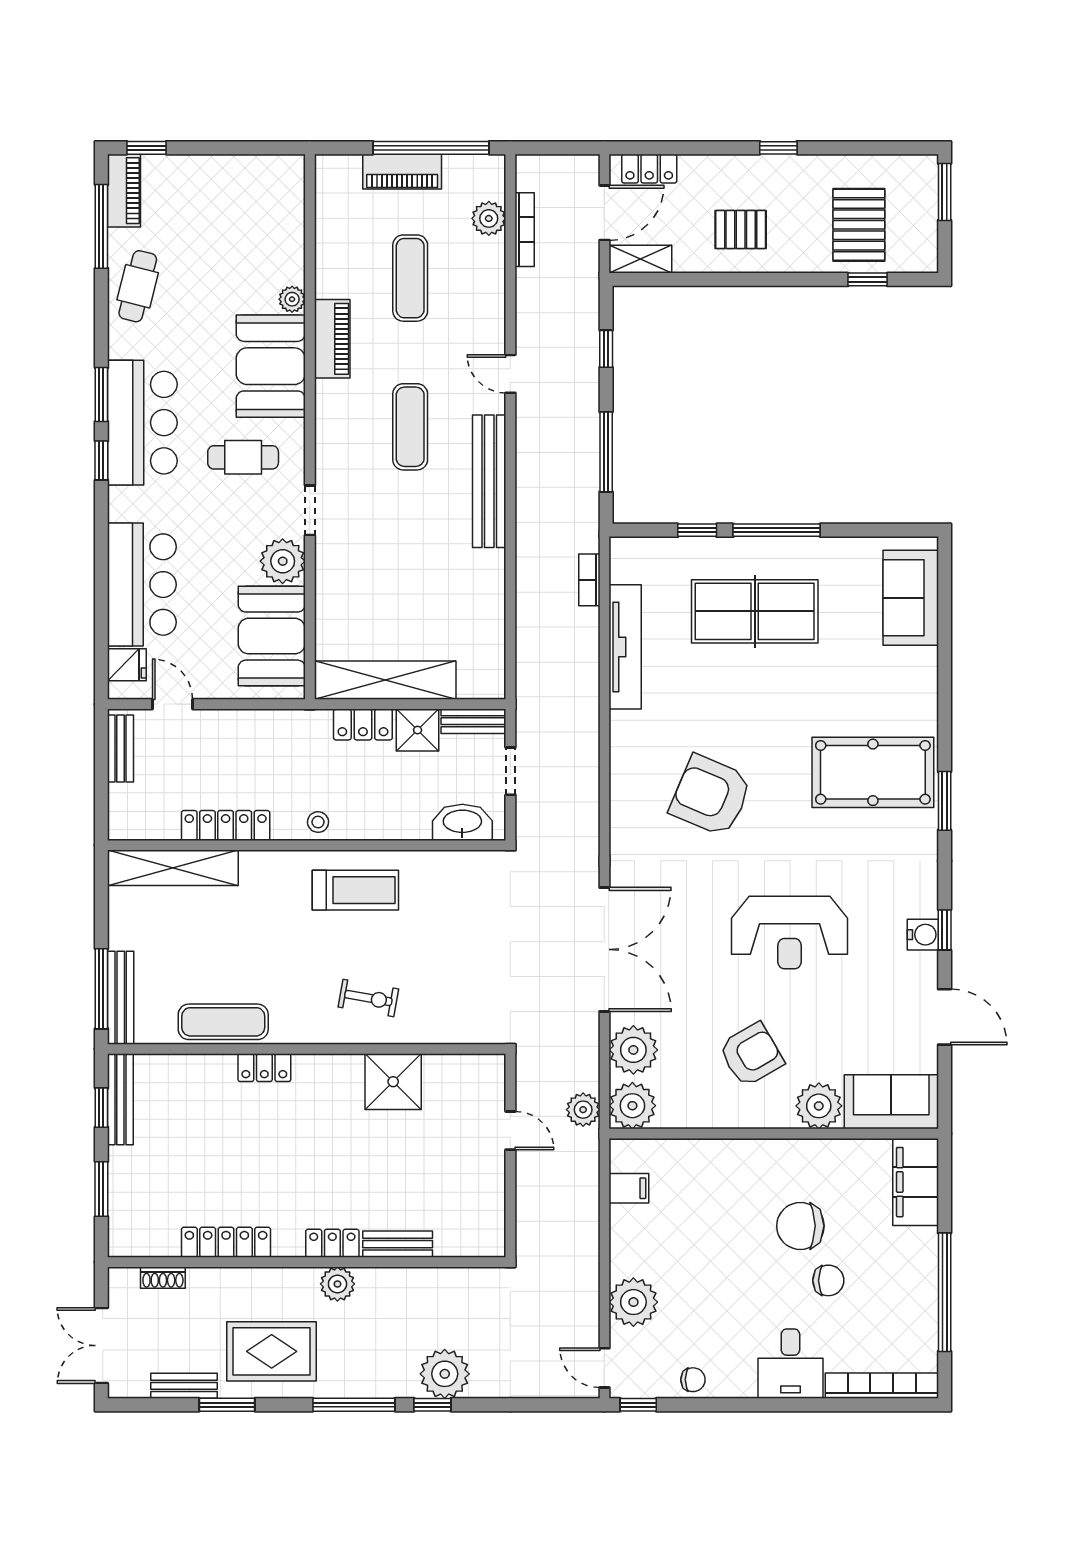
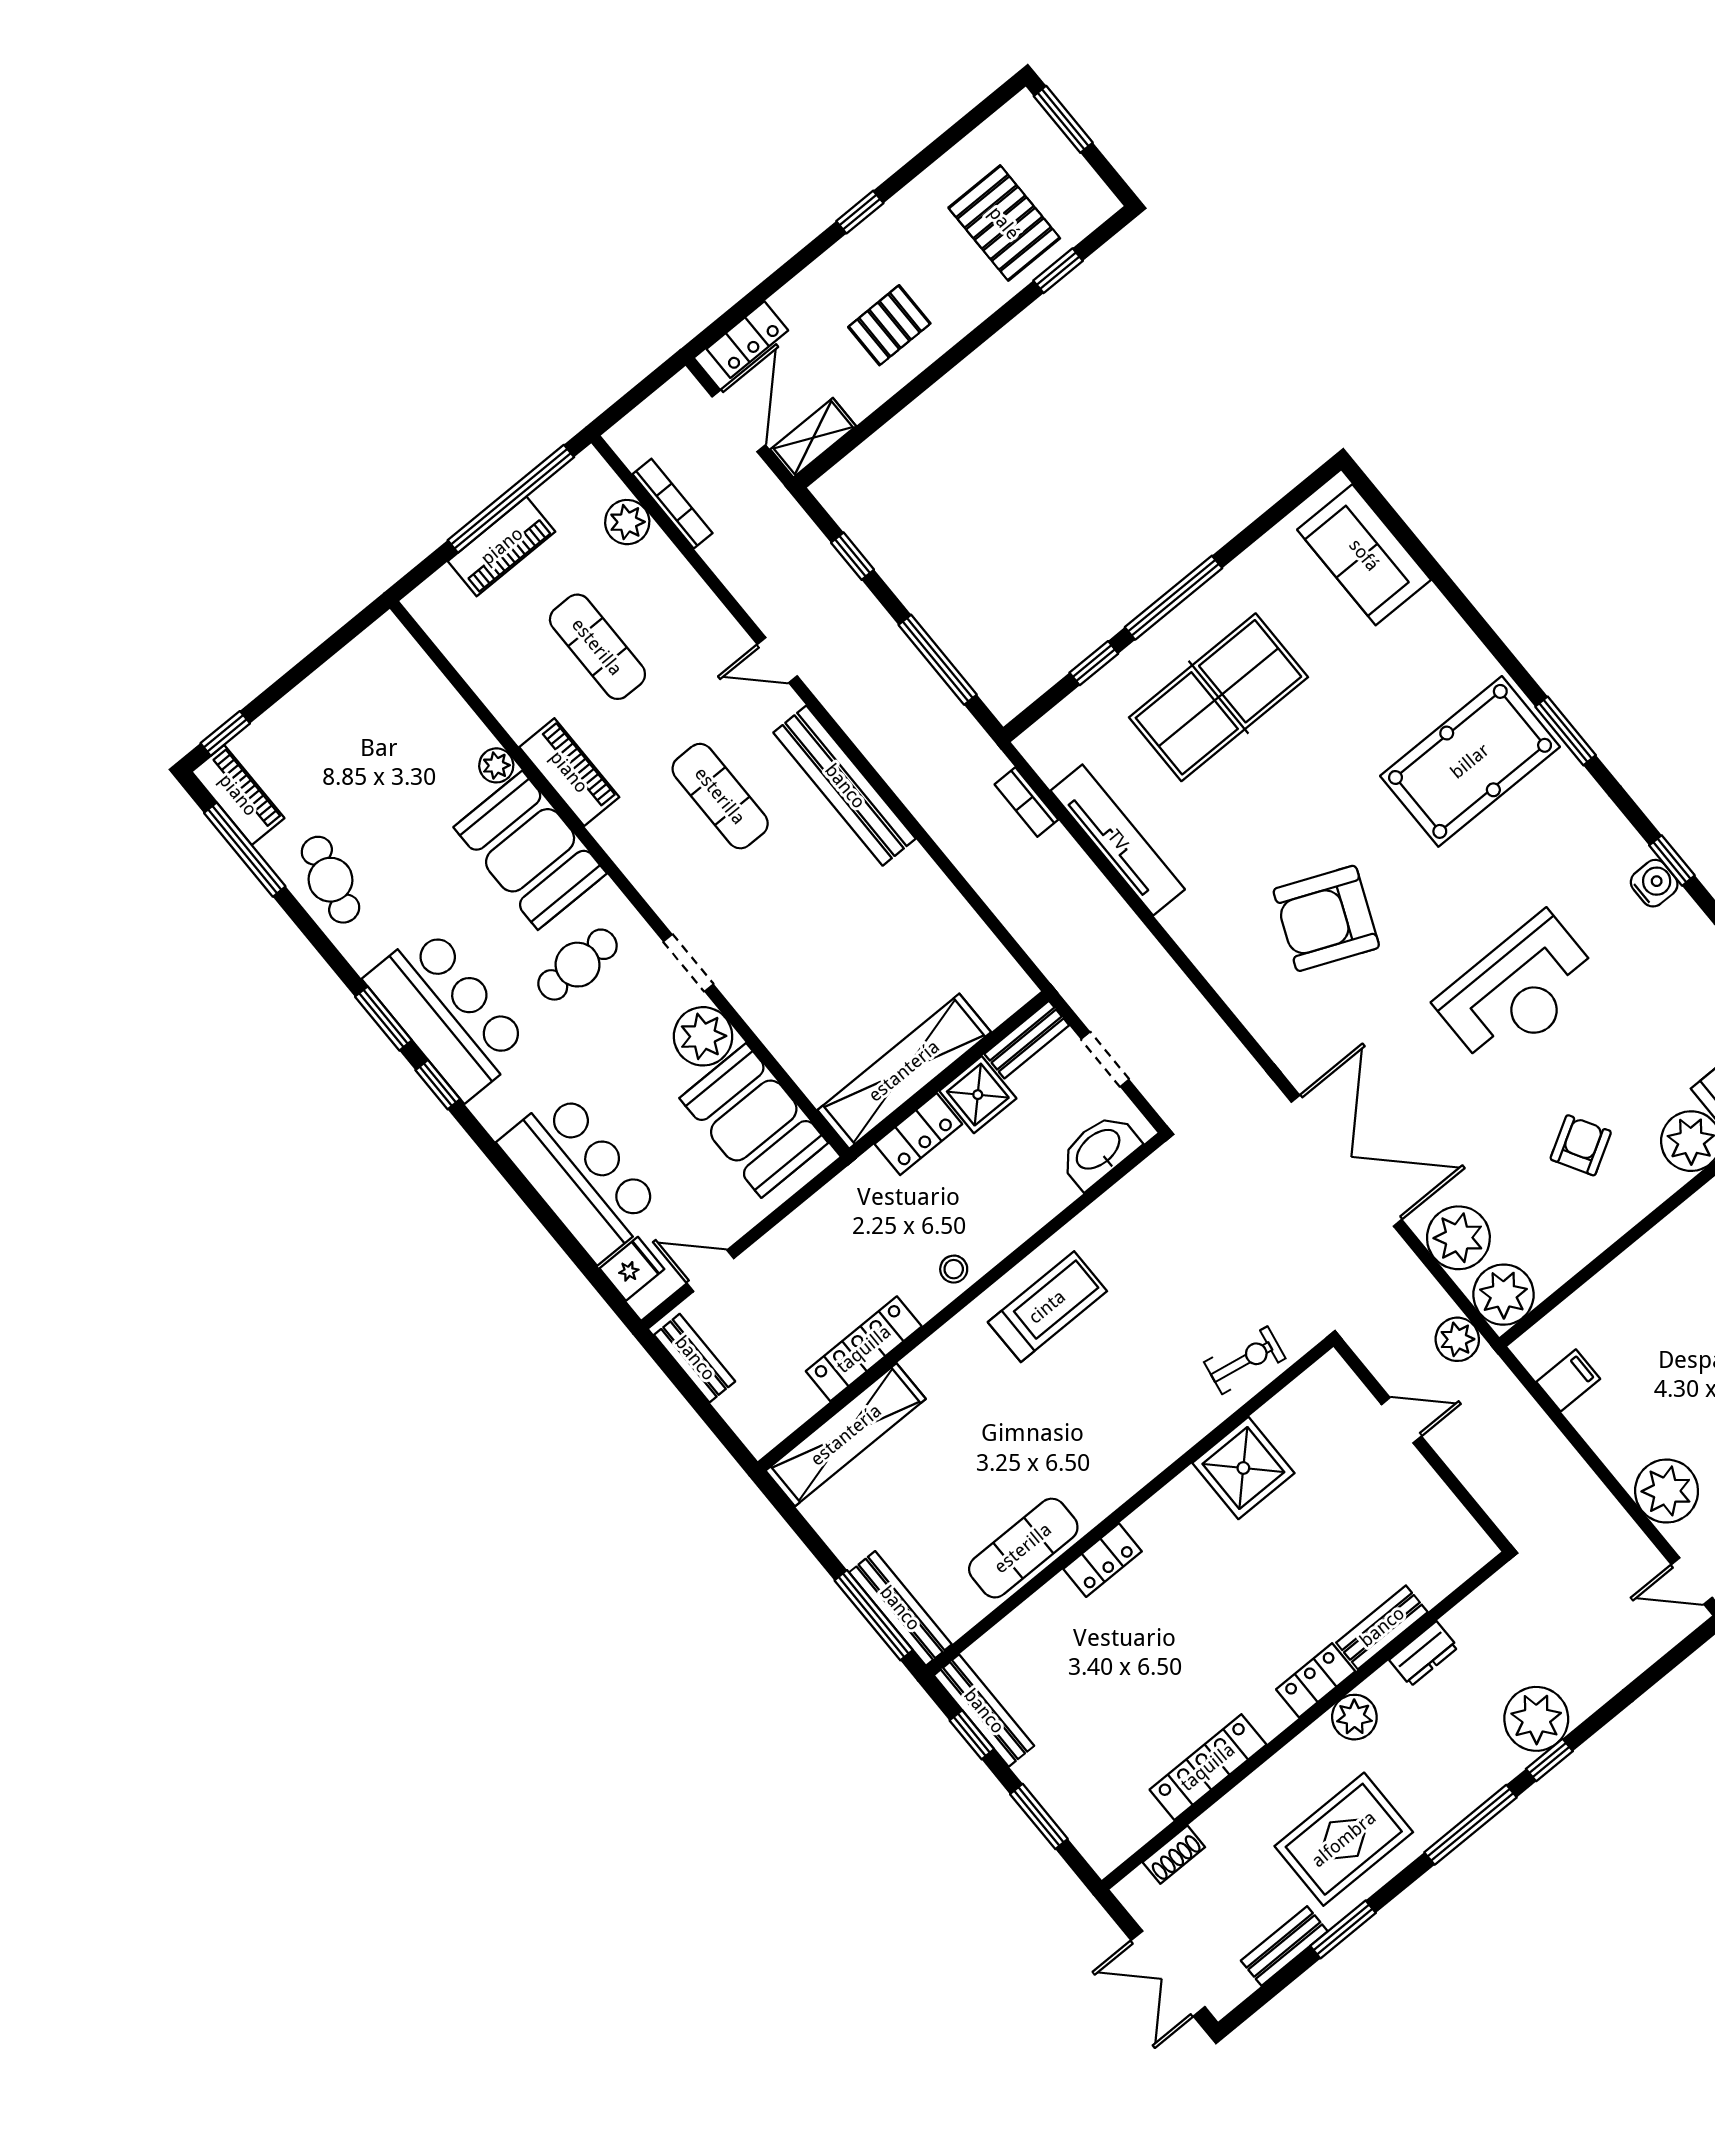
exercise bike: (368, 998) -> (1245, 1360), moved
armchair: (751, 1055) -> (1581, 1145), width x0.72, depth x0.72
dresser: (410, 1280) -> (1424, 1654), added

